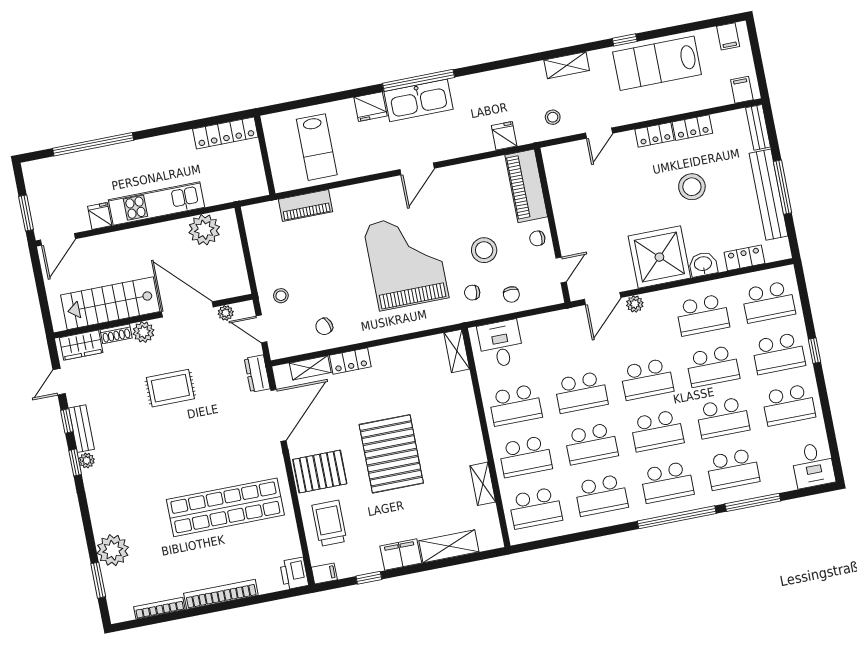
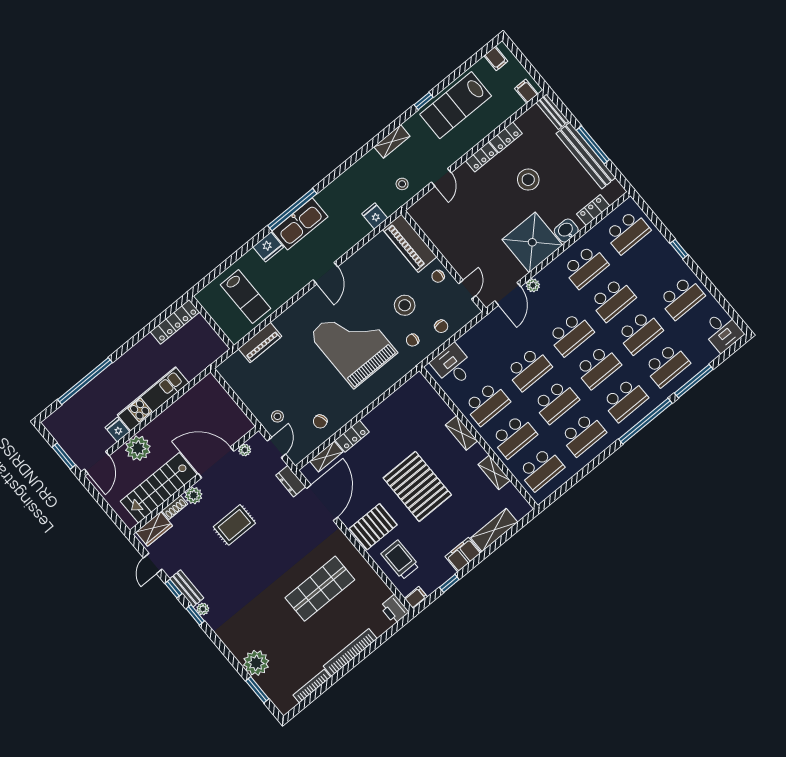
plant: (204, 230) -> (138, 448), moved
door: (261, 329) -> (276, 447), swing flipped
shelving: (457, 351) -> (462, 433), moved
school desk: (779, 353) -> (654, 265), removed
shop shelf: (225, 507) -> (320, 589), width x0.71

